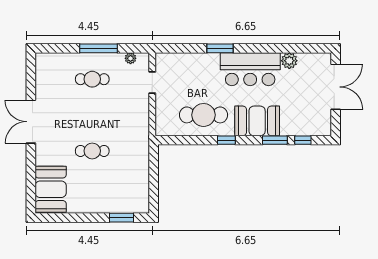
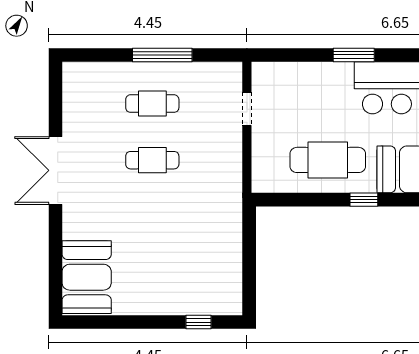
plant: (131, 58) -> (213, 71), removed
cafe table: (92, 151) -> (152, 160), moved
window: (122, 218) -> (198, 322), width x0.67

